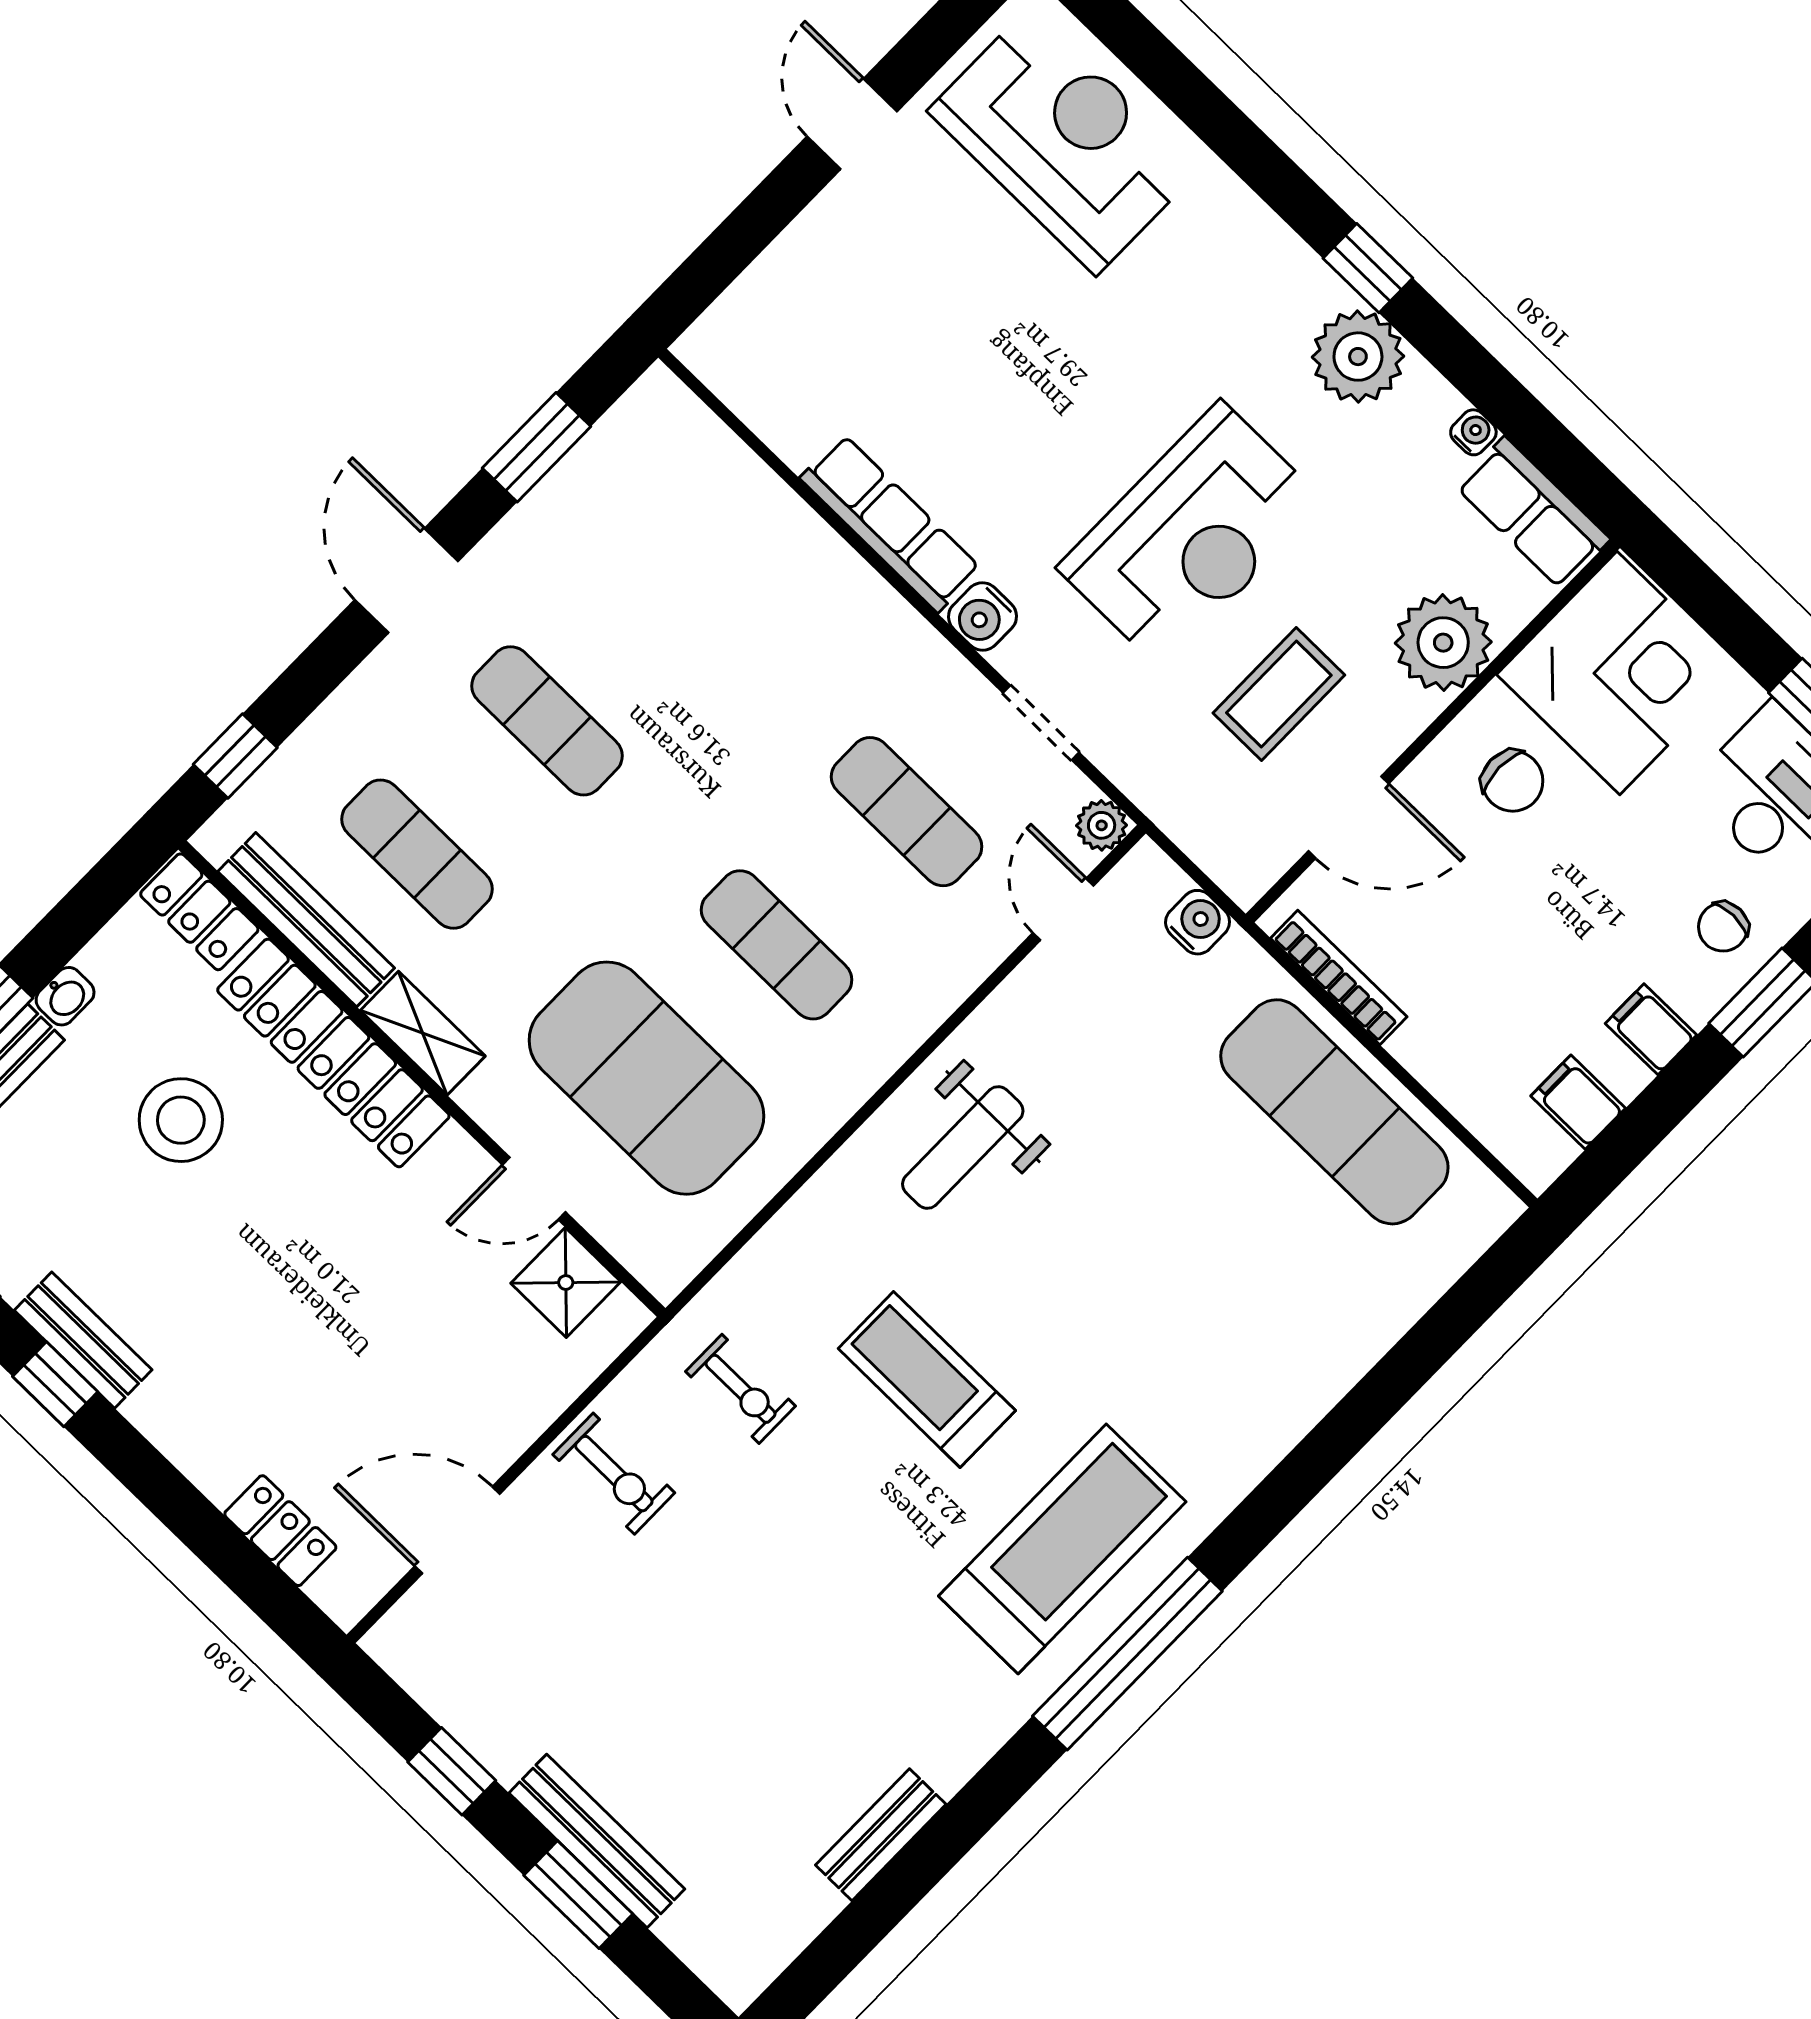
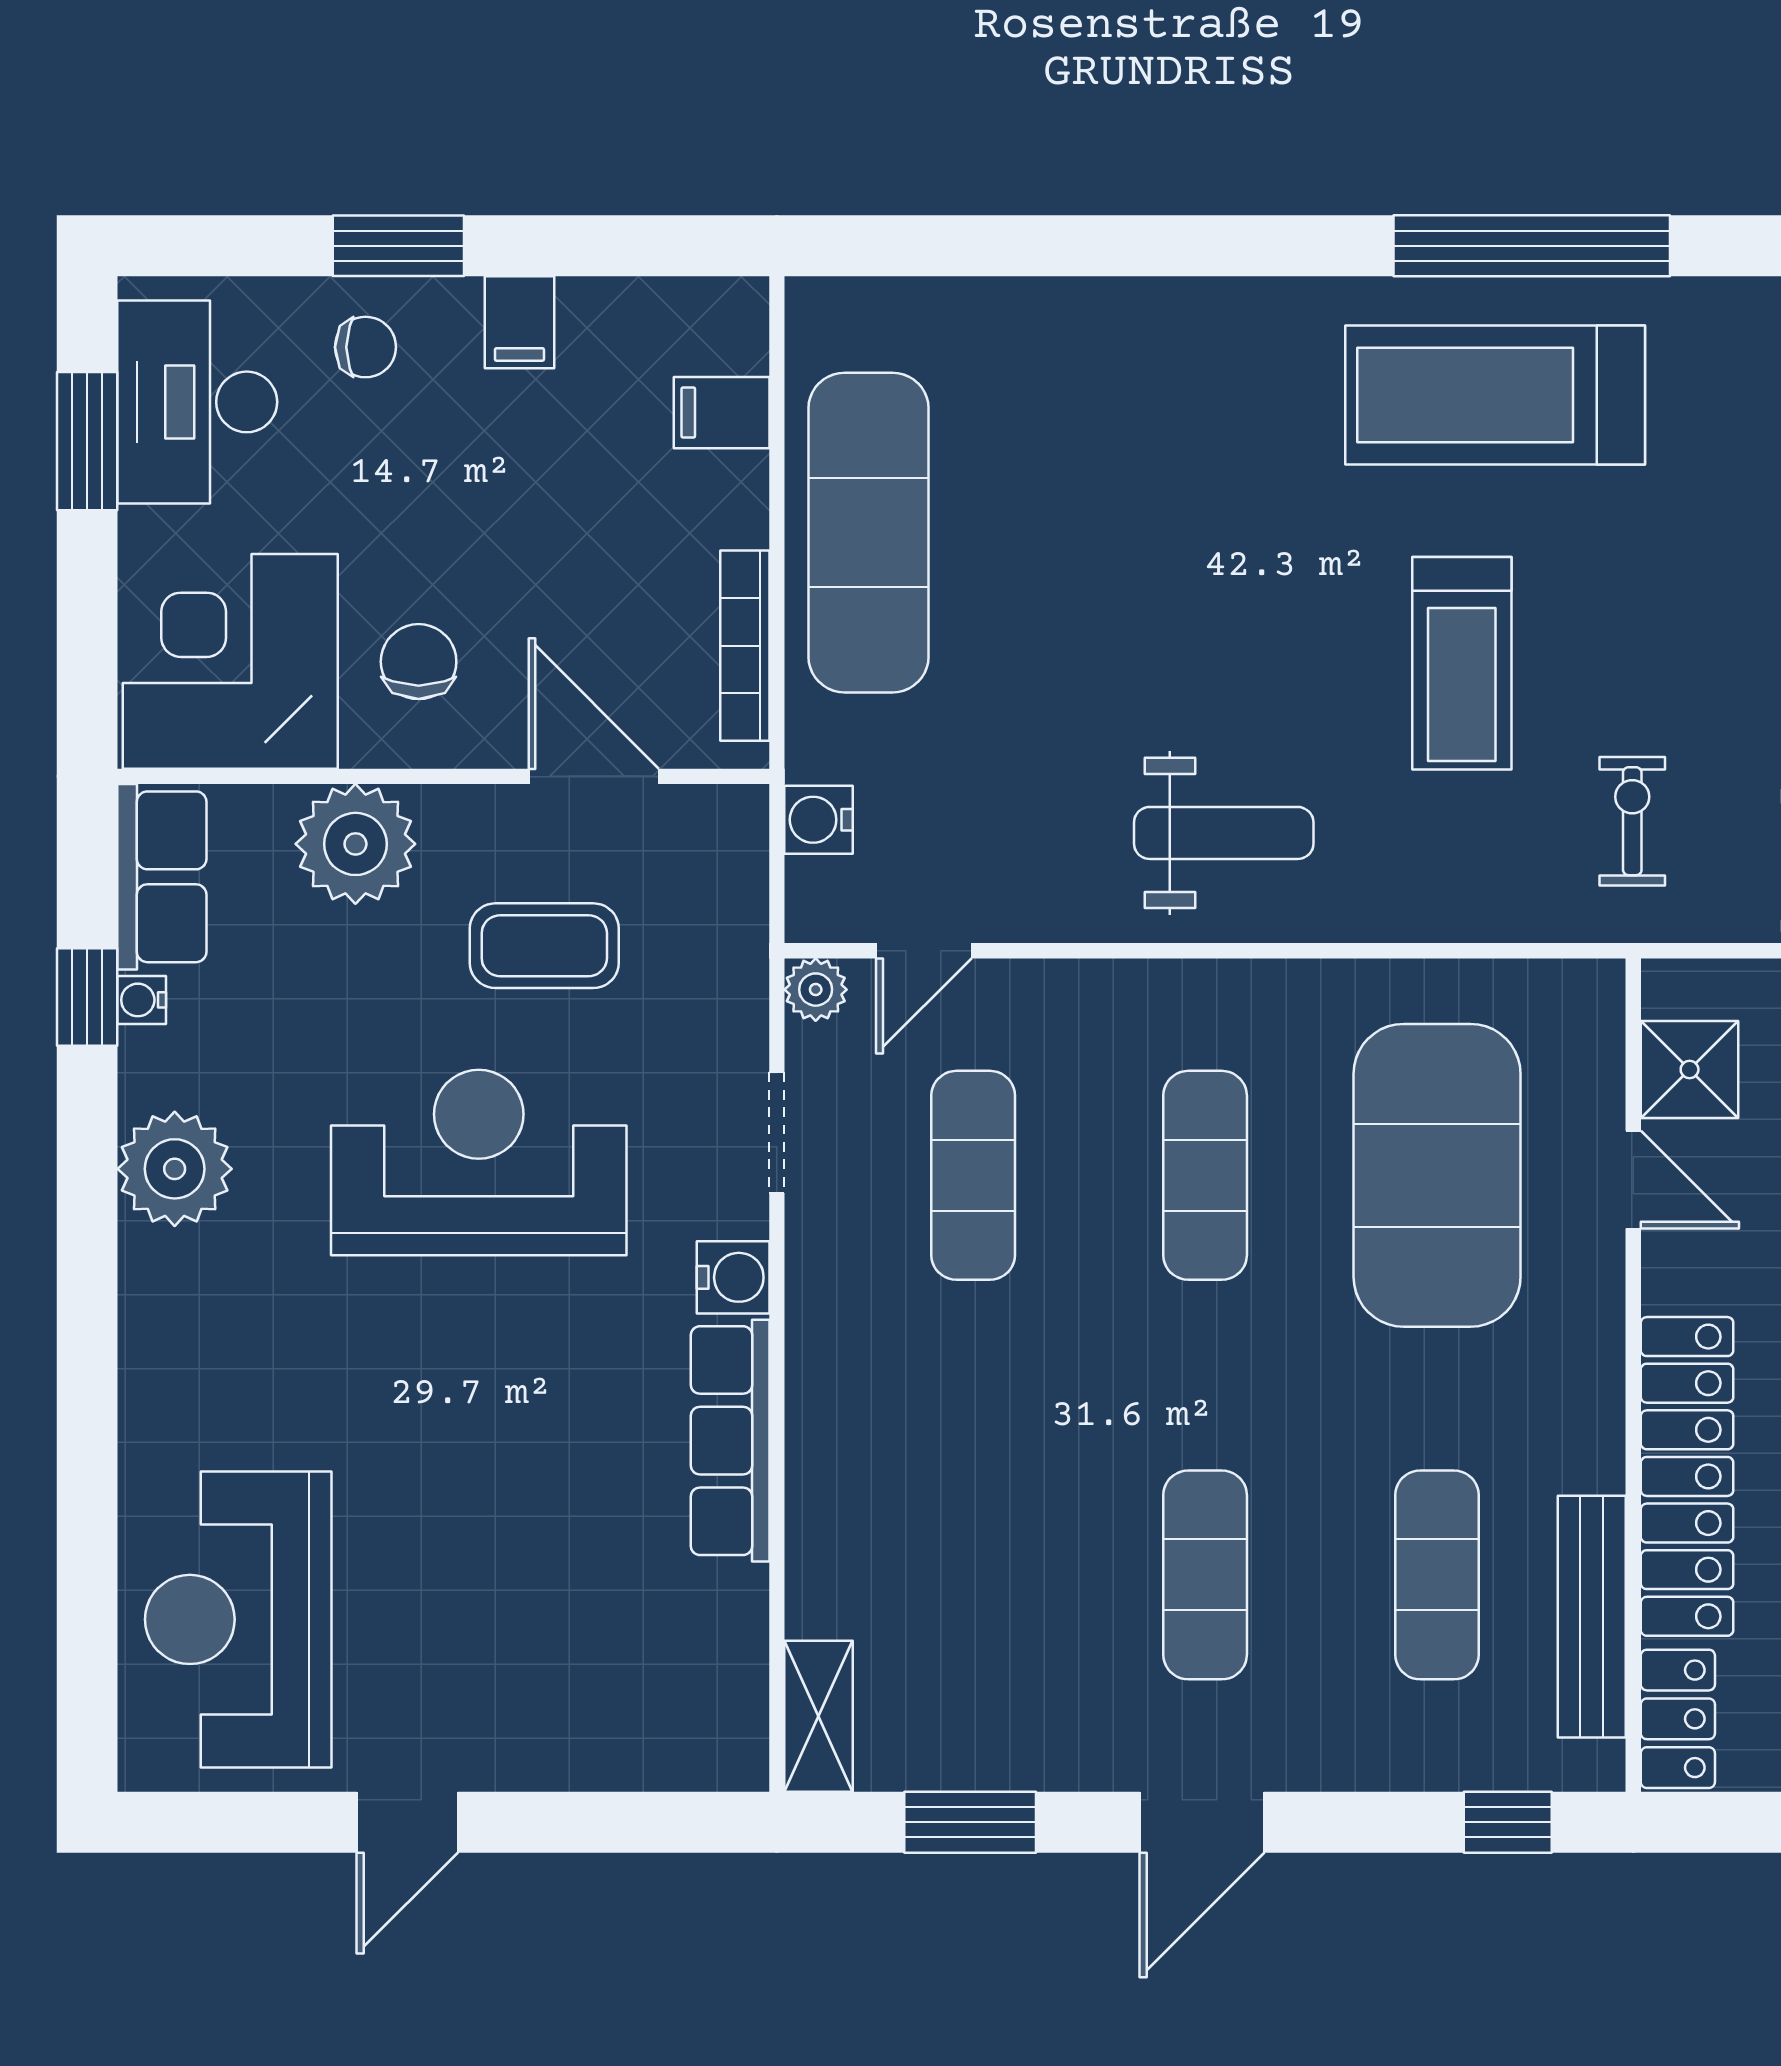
window: (1368, 268) -> (87, 997), moved
shelving: (423, 1033) -> (818, 1716), moved
filing cabinet: (1578, 1102) -> (722, 413), moved, turned 90

